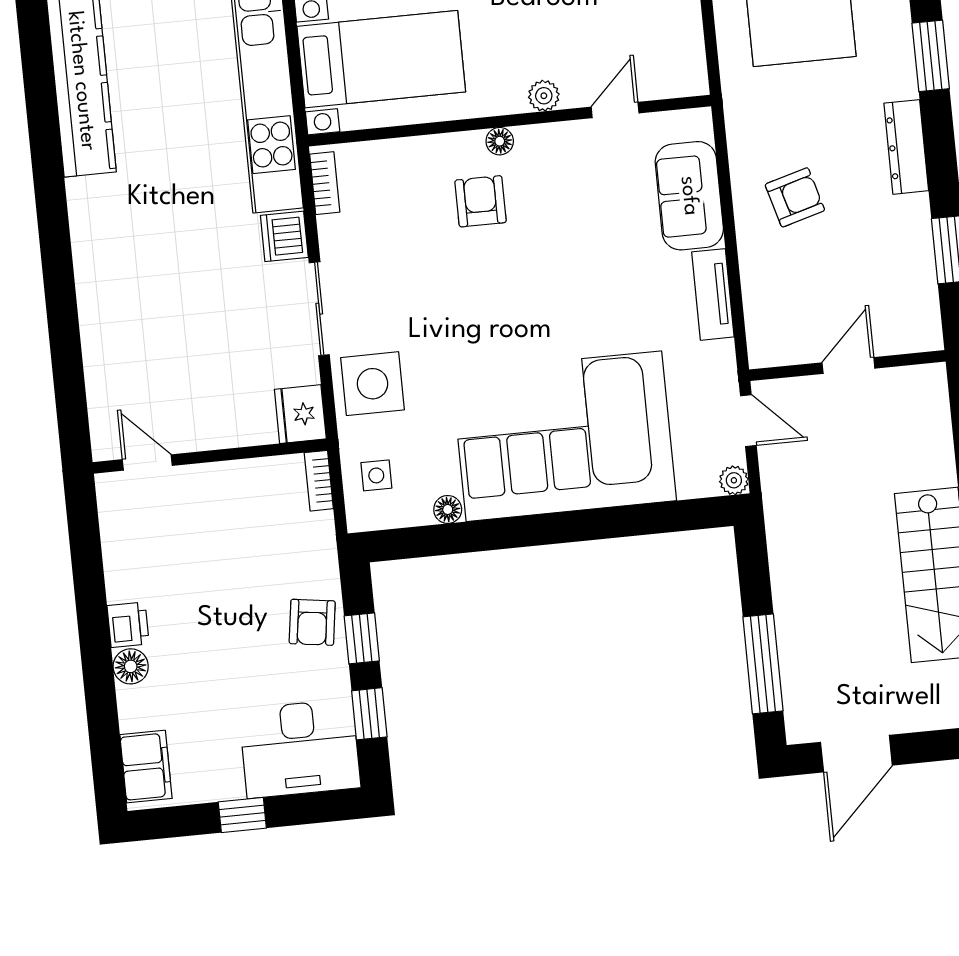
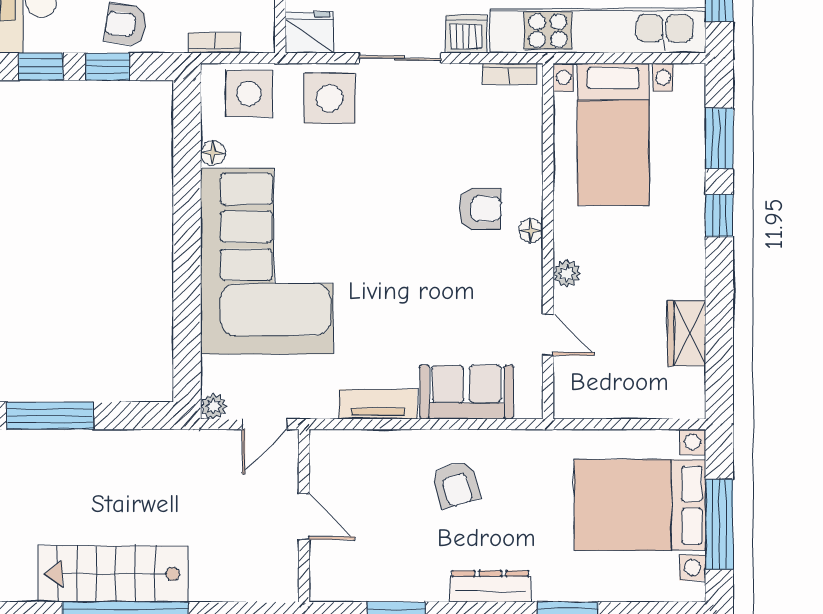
side table: (376, 475) -> (249, 94), width x1.87, depth x1.87
bookcase: (319, 481) -> (215, 43), moved

